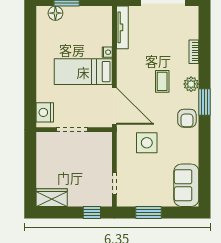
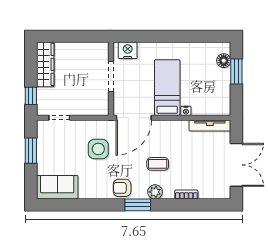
wardrobe: (52, 198) -> (45, 64), width x1.50

